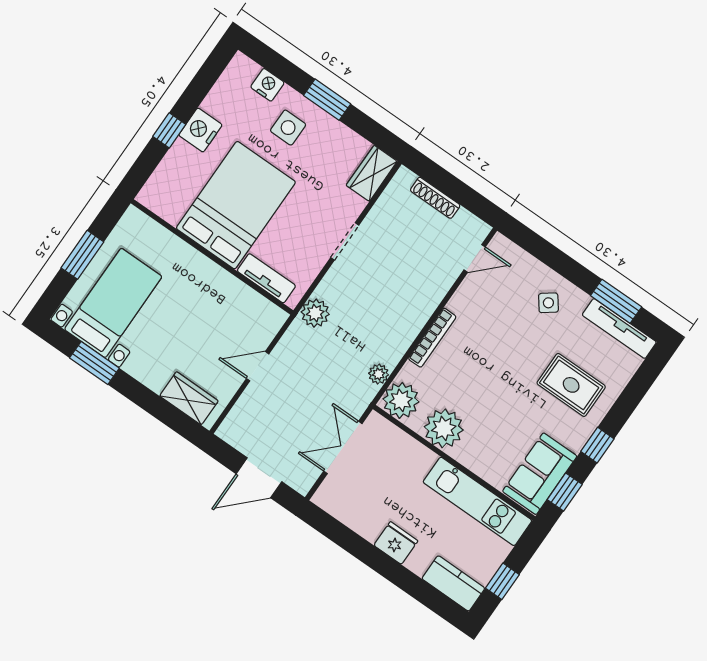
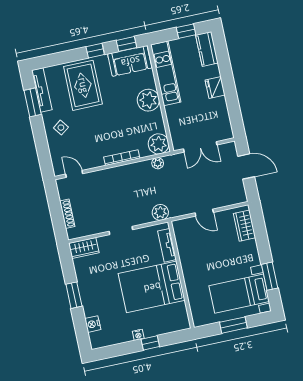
side table: (288, 128) -> (101, 299), removed
nightstand: (200, 130) -> (138, 335), width x0.53, depth x0.56
rug: (571, 385) -> (83, 85), width x1.36, depth x1.43
plant: (444, 428) -> (148, 100), moved

